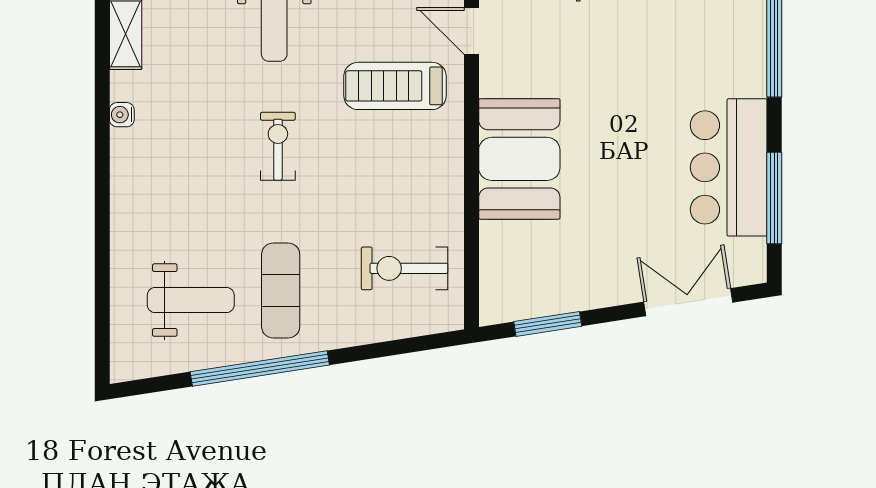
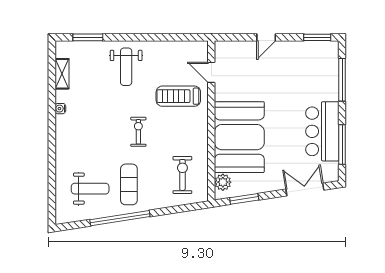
exercise bike: (278, 146) -> (138, 132), moved
booth: (519, 159) -> (239, 137), width x1.36, depth x1.42
exercise bike: (405, 268) -> (182, 175), turned 90
plant: (498, 285) -> (223, 182), added

